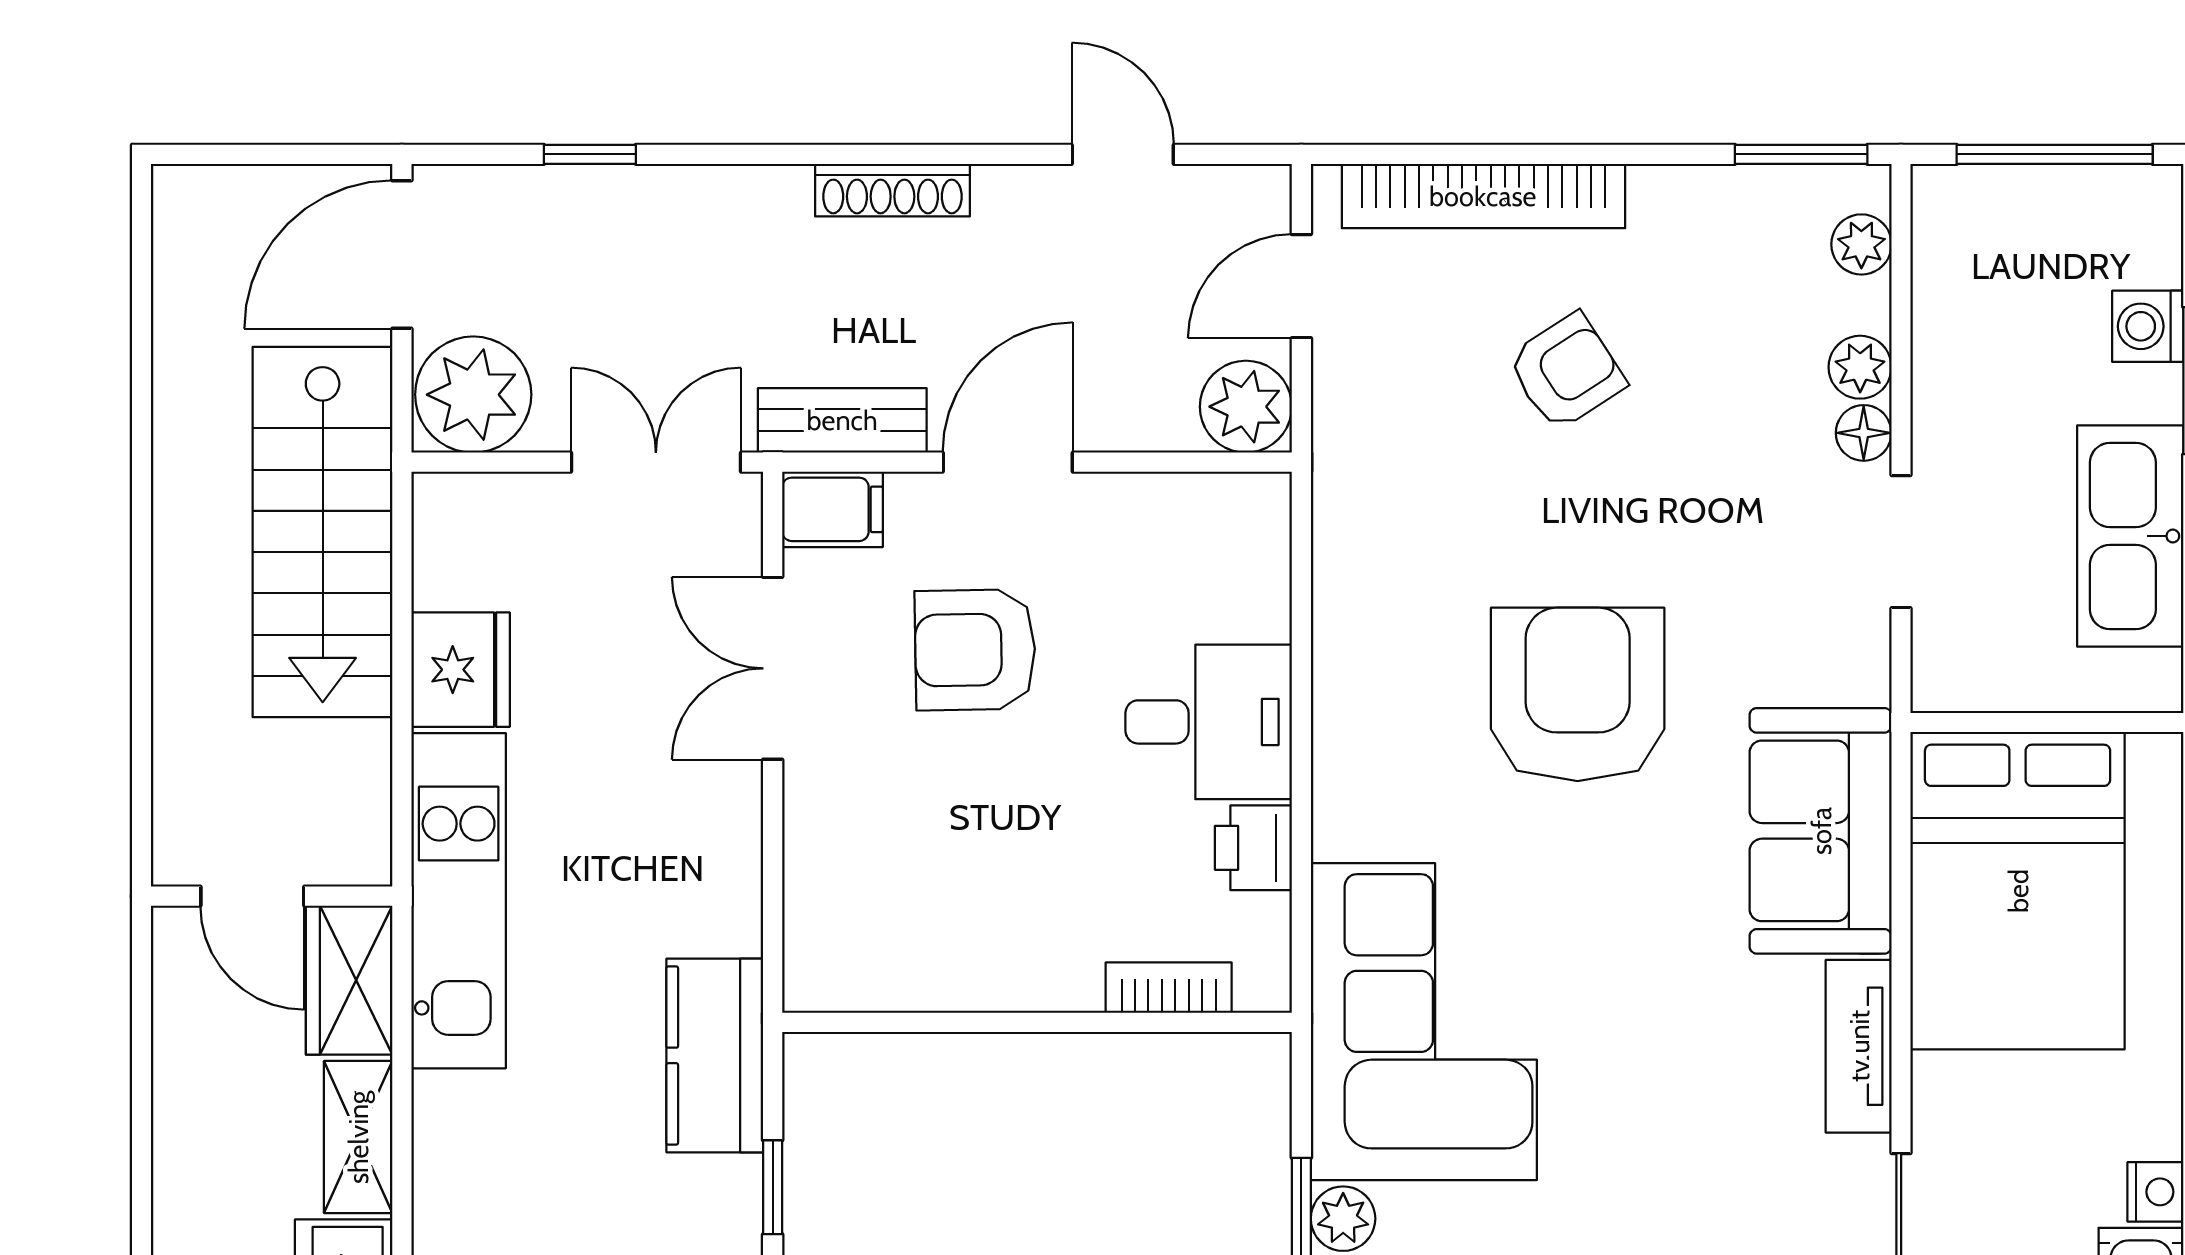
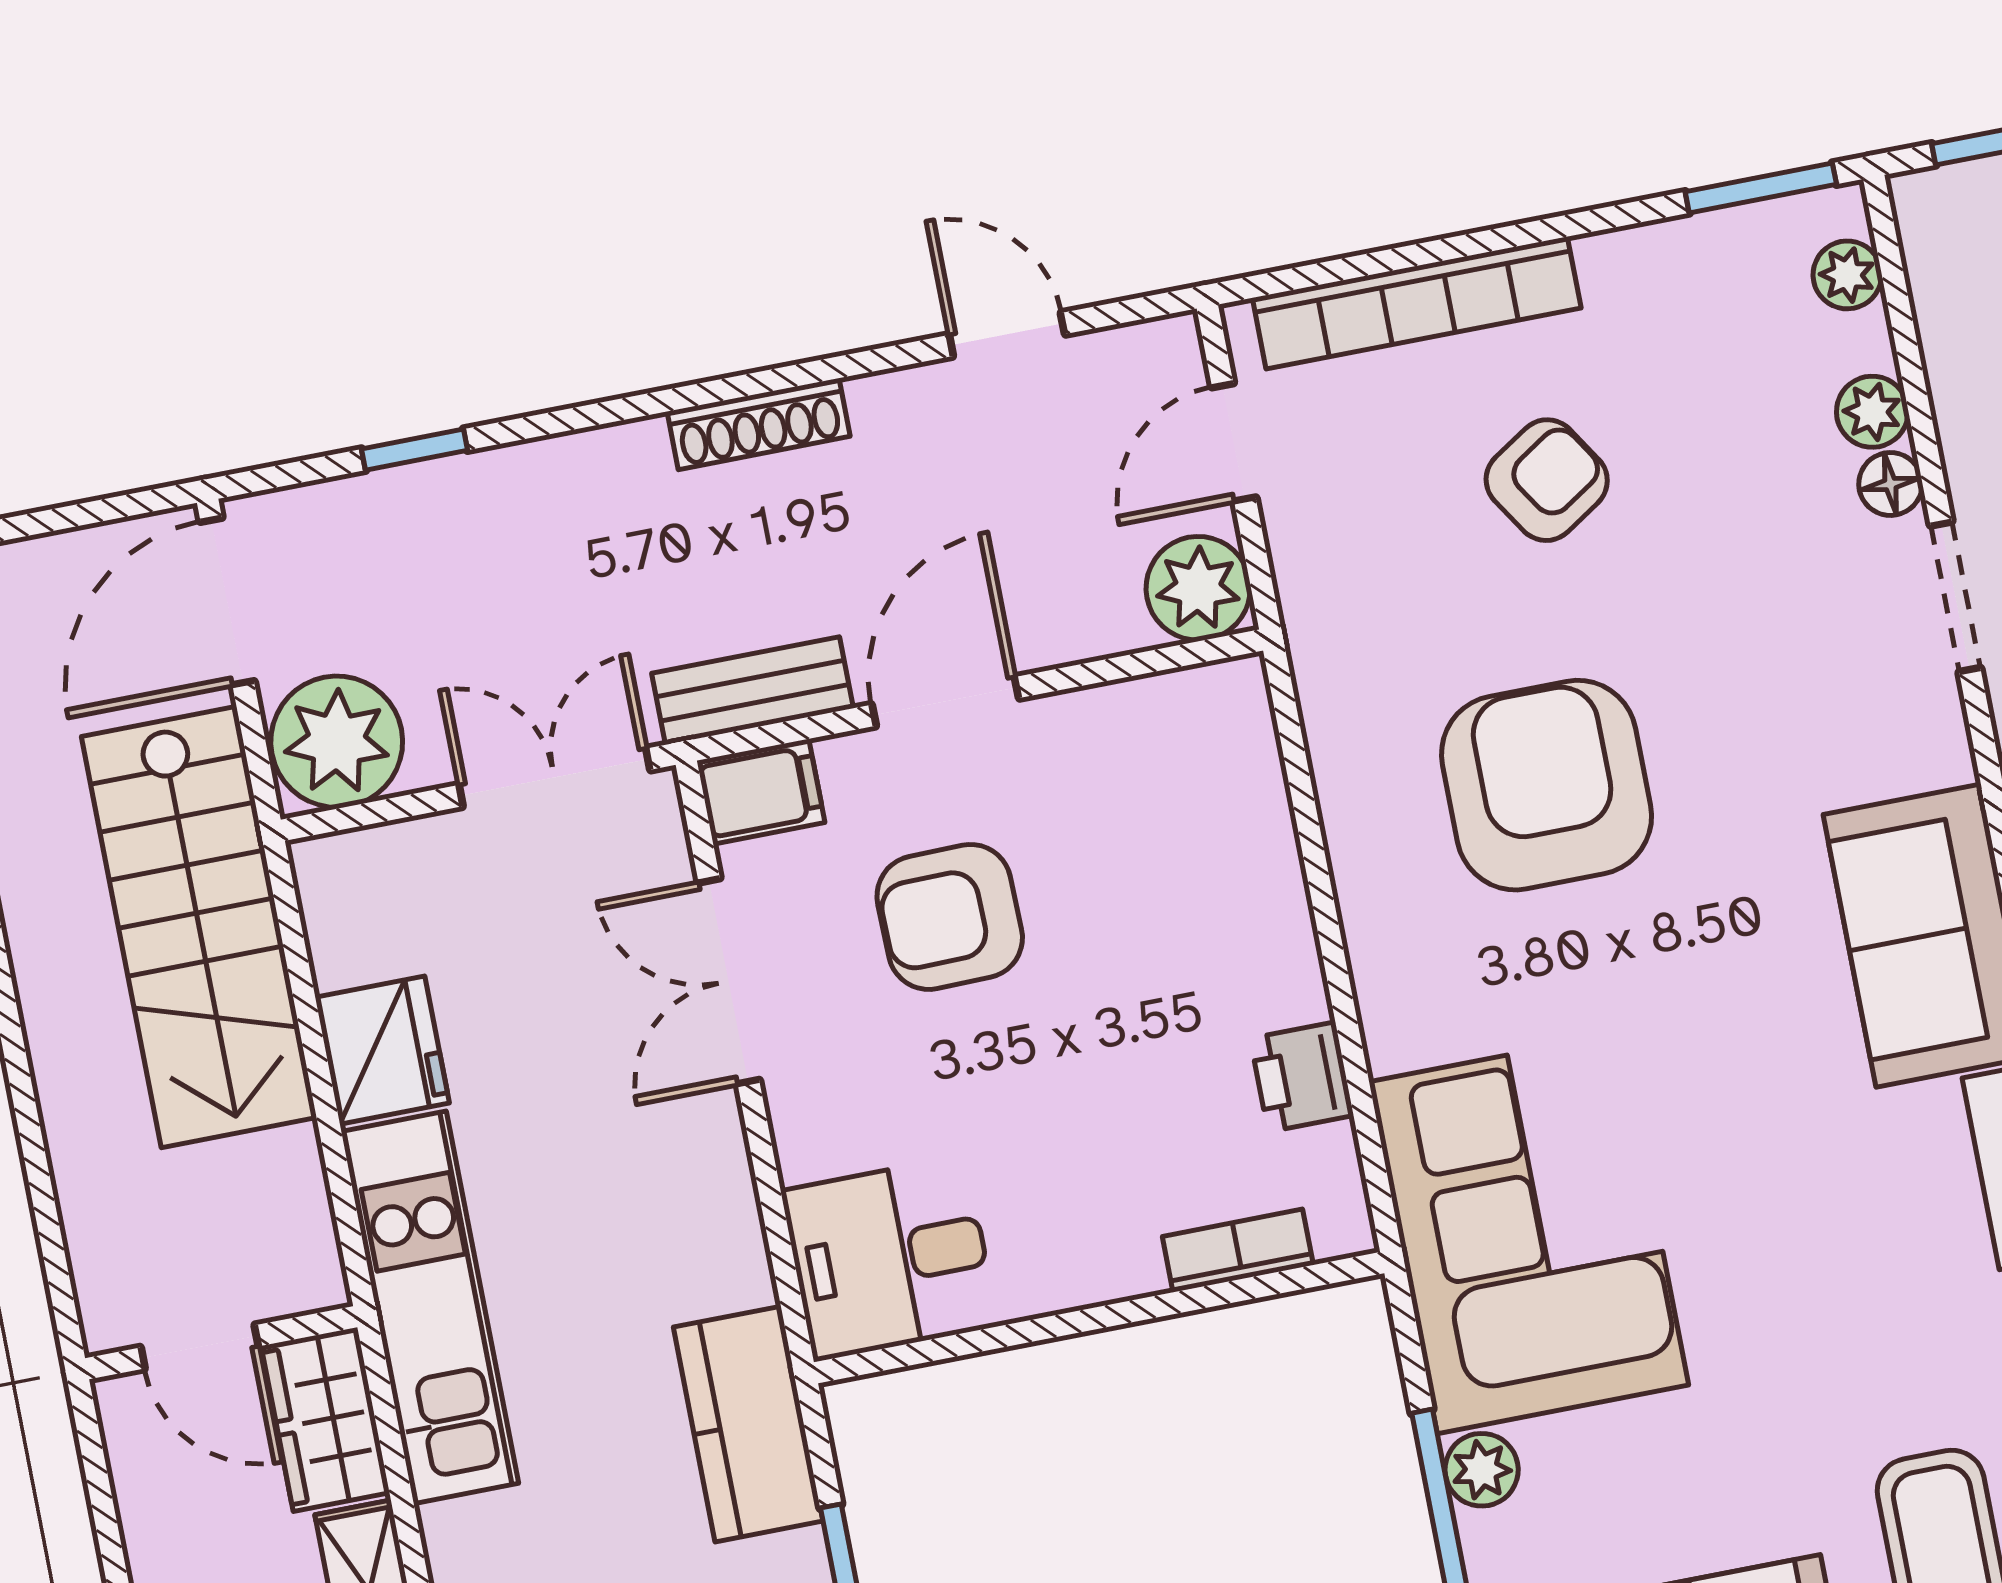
armchair: (1578, 694) -> (1547, 785), moved
desk: (1209, 722) -> (890, 1258), moved, turned 180

